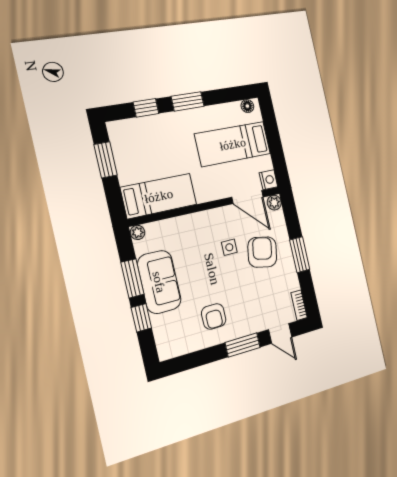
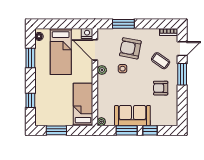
window: (188, 101) -> (30, 58), moved
door: (248, 197) -> (95, 50), swing flipped
plant: (274, 203) -> (102, 70), moved
window: (300, 255) -> (123, 24), moved
coffee table: (255, 305) -> (161, 61), added
armchair: (214, 316) -> (161, 88), turned 180

